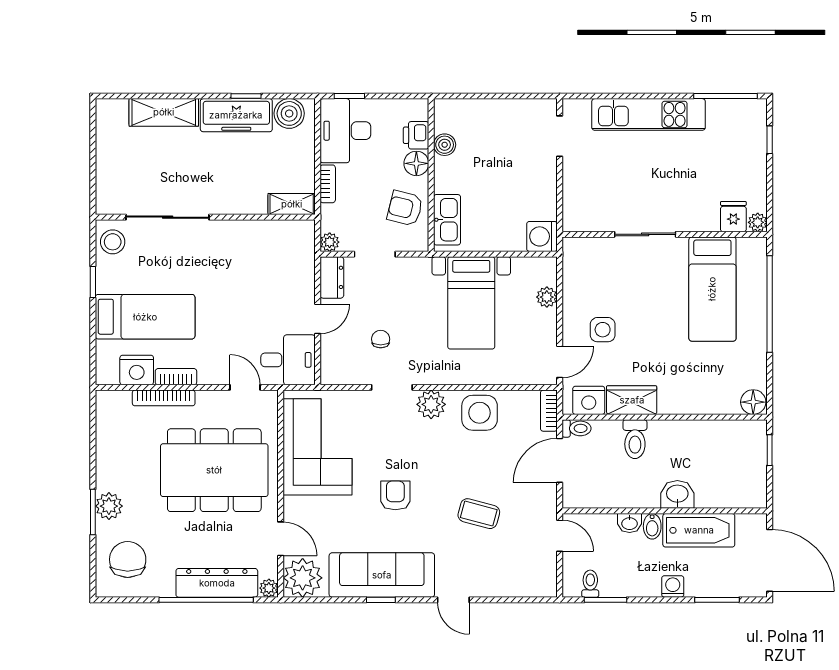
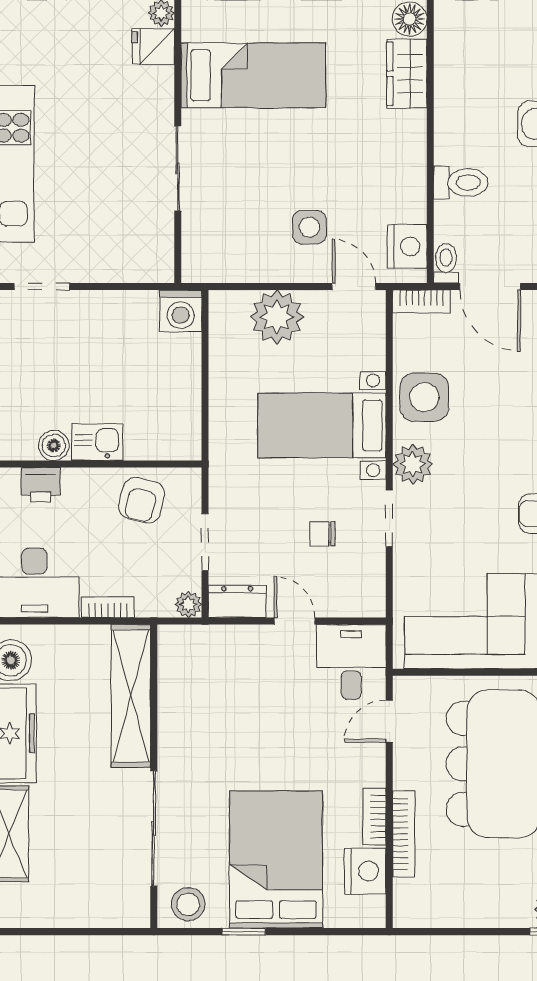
floor lamp: (416, 163) -> (80, 484), removed
shelving: (292, 204) -> (131, 696), width x2.20, depth x1.33
kitchen sink: (447, 220) -> (97, 442), moved, width x0.73
plant: (547, 297) -> (277, 317), width x1.87, depth x1.87
bed with nightstands: (471, 303) -> (322, 425), moved, turned 180
bed: (145, 317) -> (276, 860), width x1.50
wardrobe: (632, 400) -> (407, 74), moved

